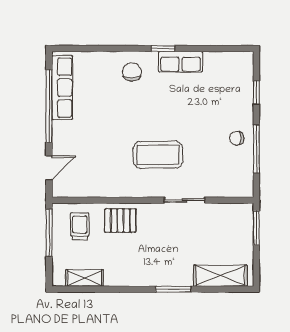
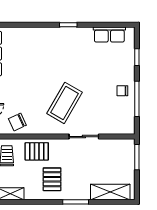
row of seats: (181, 62) -> (109, 34), moved
chair: (132, 72) -> (17, 122), moved, turned -115
coffee table: (158, 155) -> (64, 103), turned -60
pallet: (141, 258) -> (52, 179), added

